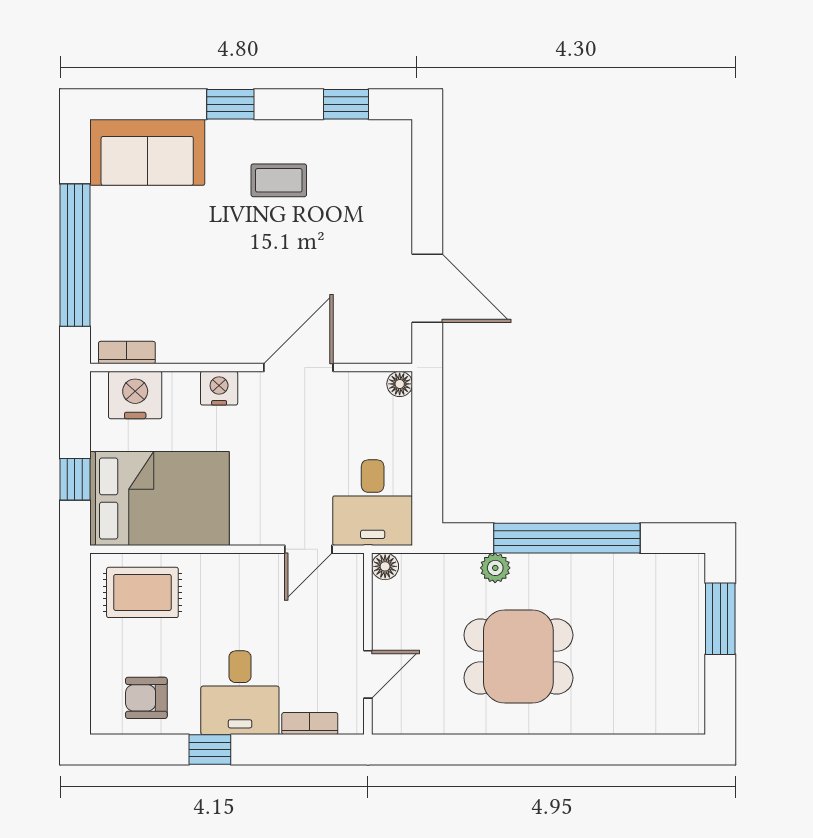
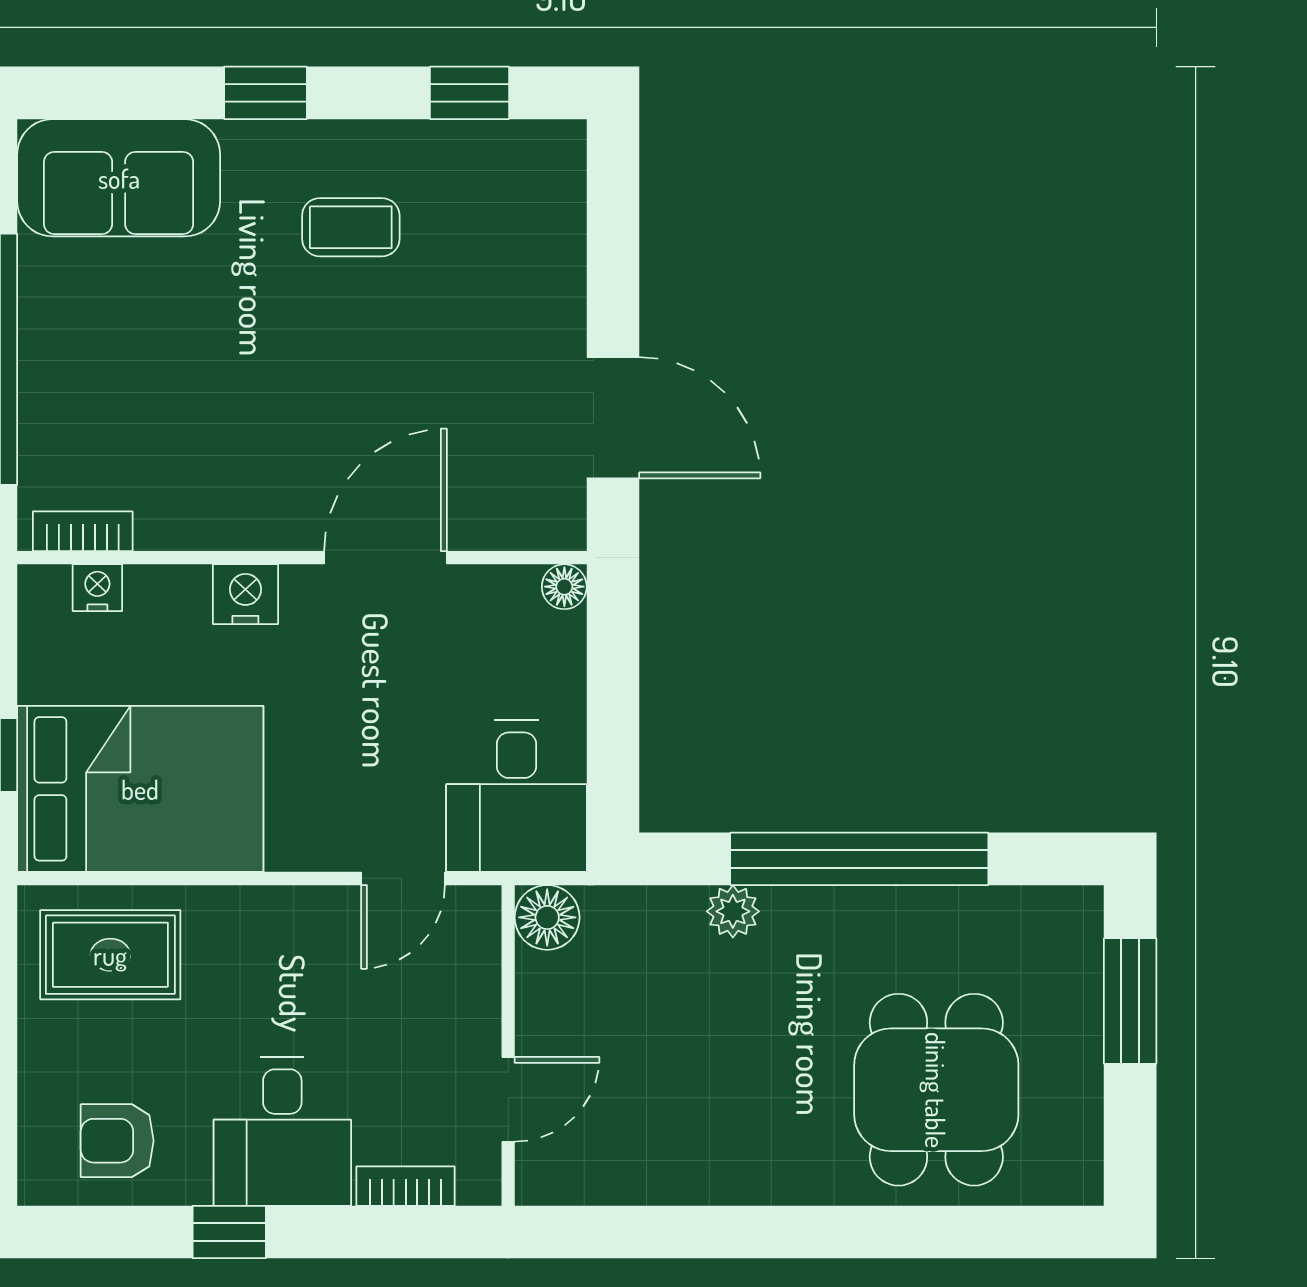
nightstand: (135, 395) -> (97, 588), width x0.53, depth x0.56
floor lamp: (385, 566) -> (547, 917), width x1.37, depth x1.37
dining table: (518, 656) -> (936, 1090), moved, turned 90

